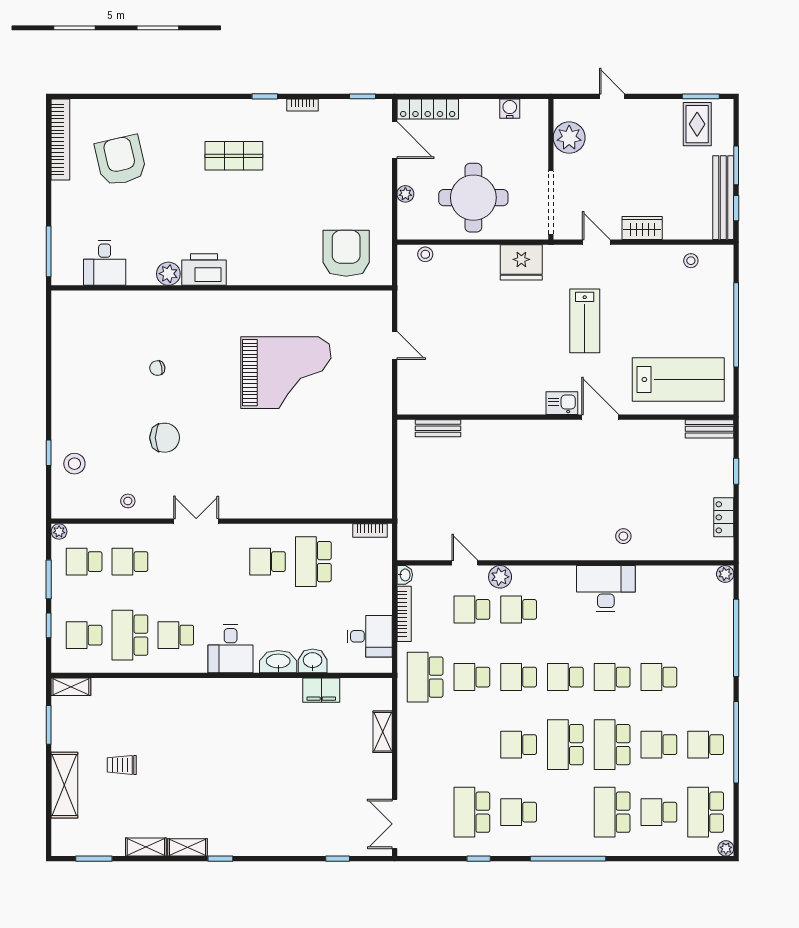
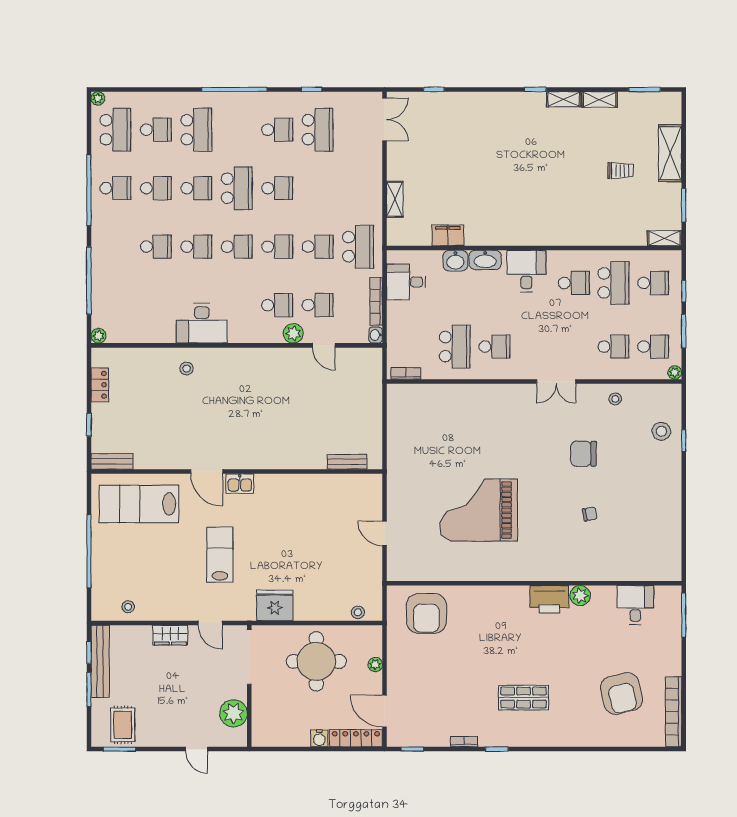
water cooler: (510, 109) -> (319, 738), moved
school desk: (612, 745) -> (196, 188), width x0.54

